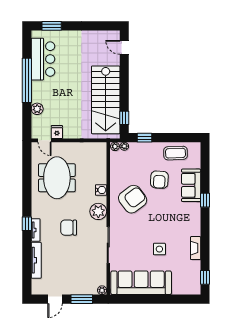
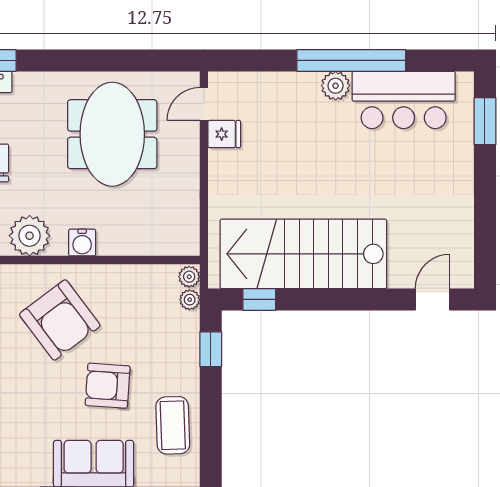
plant: (37, 109) -> (336, 86), moved
meeting table: (57, 178) -> (112, 134), turned 90

